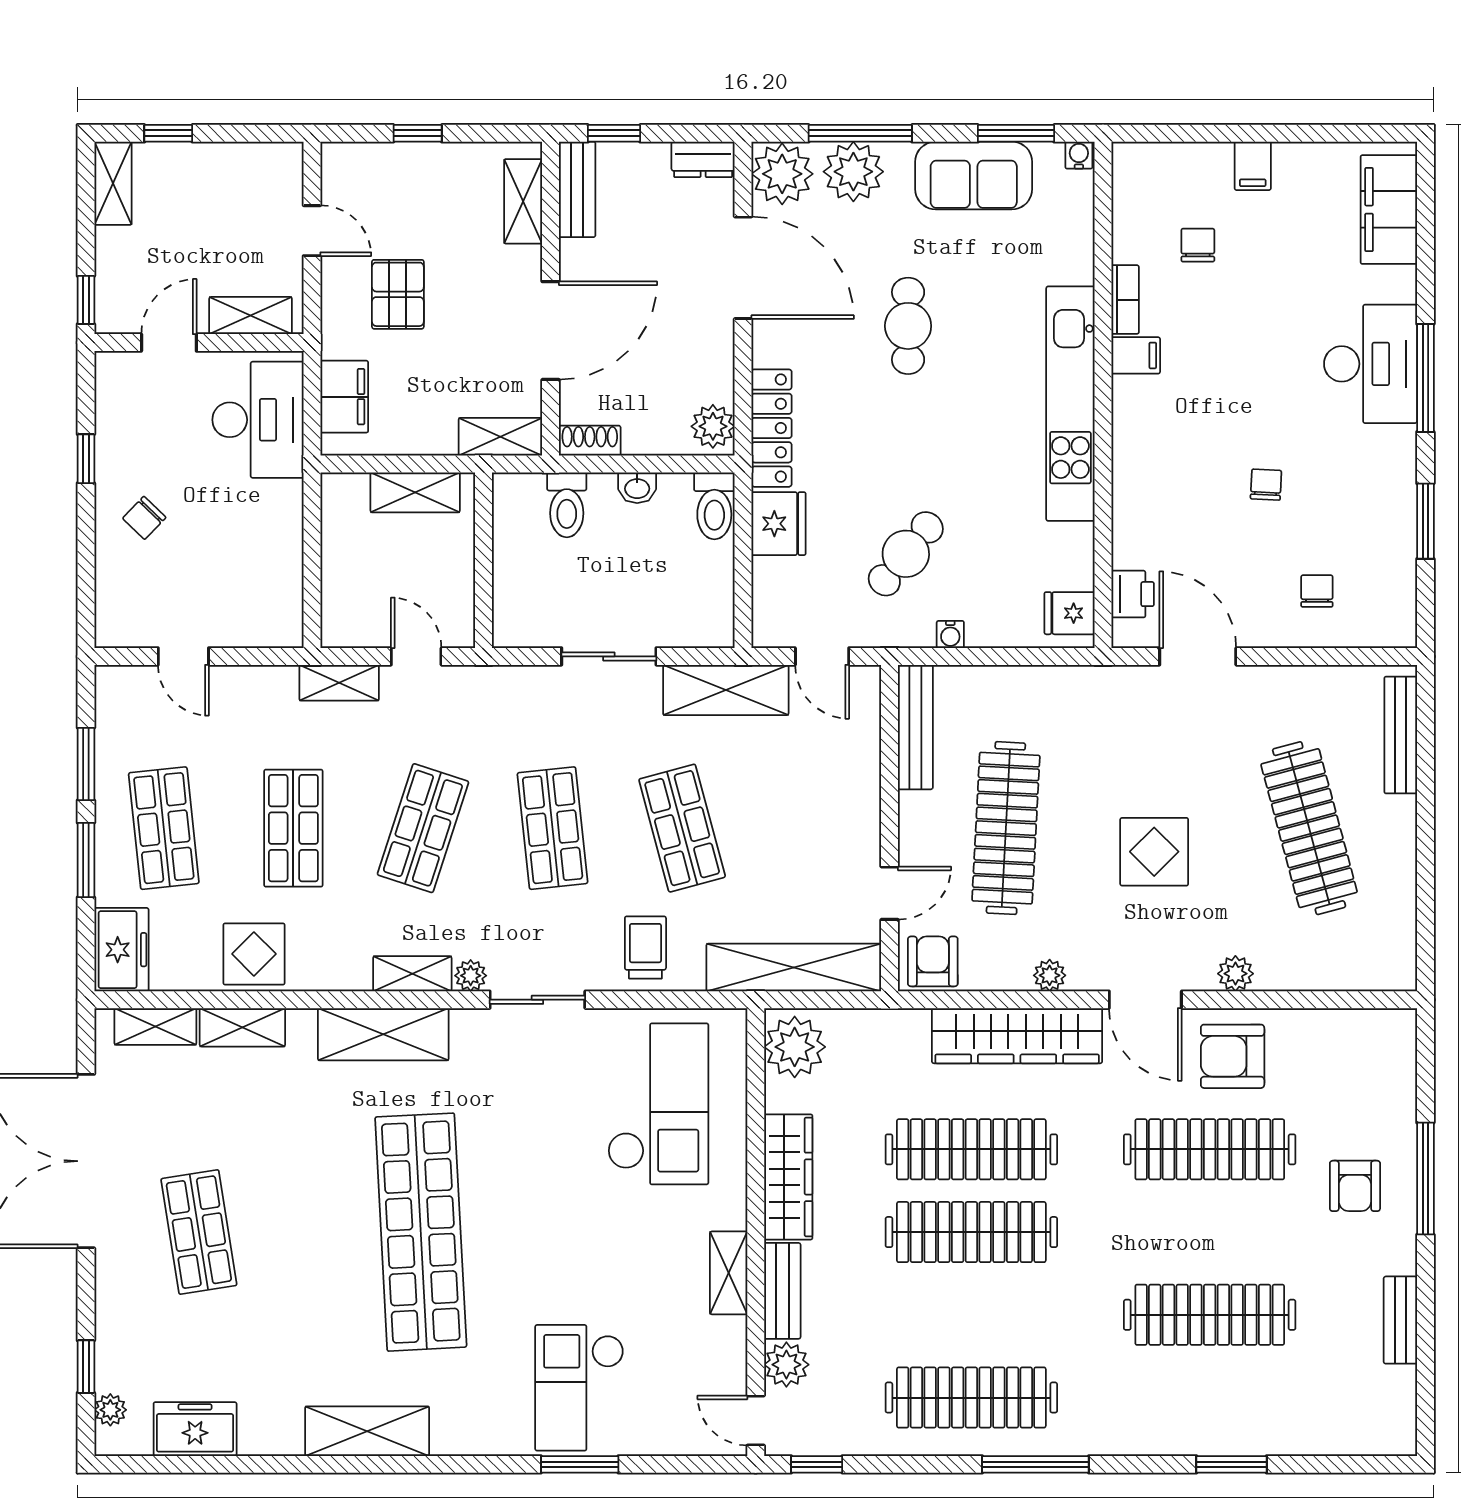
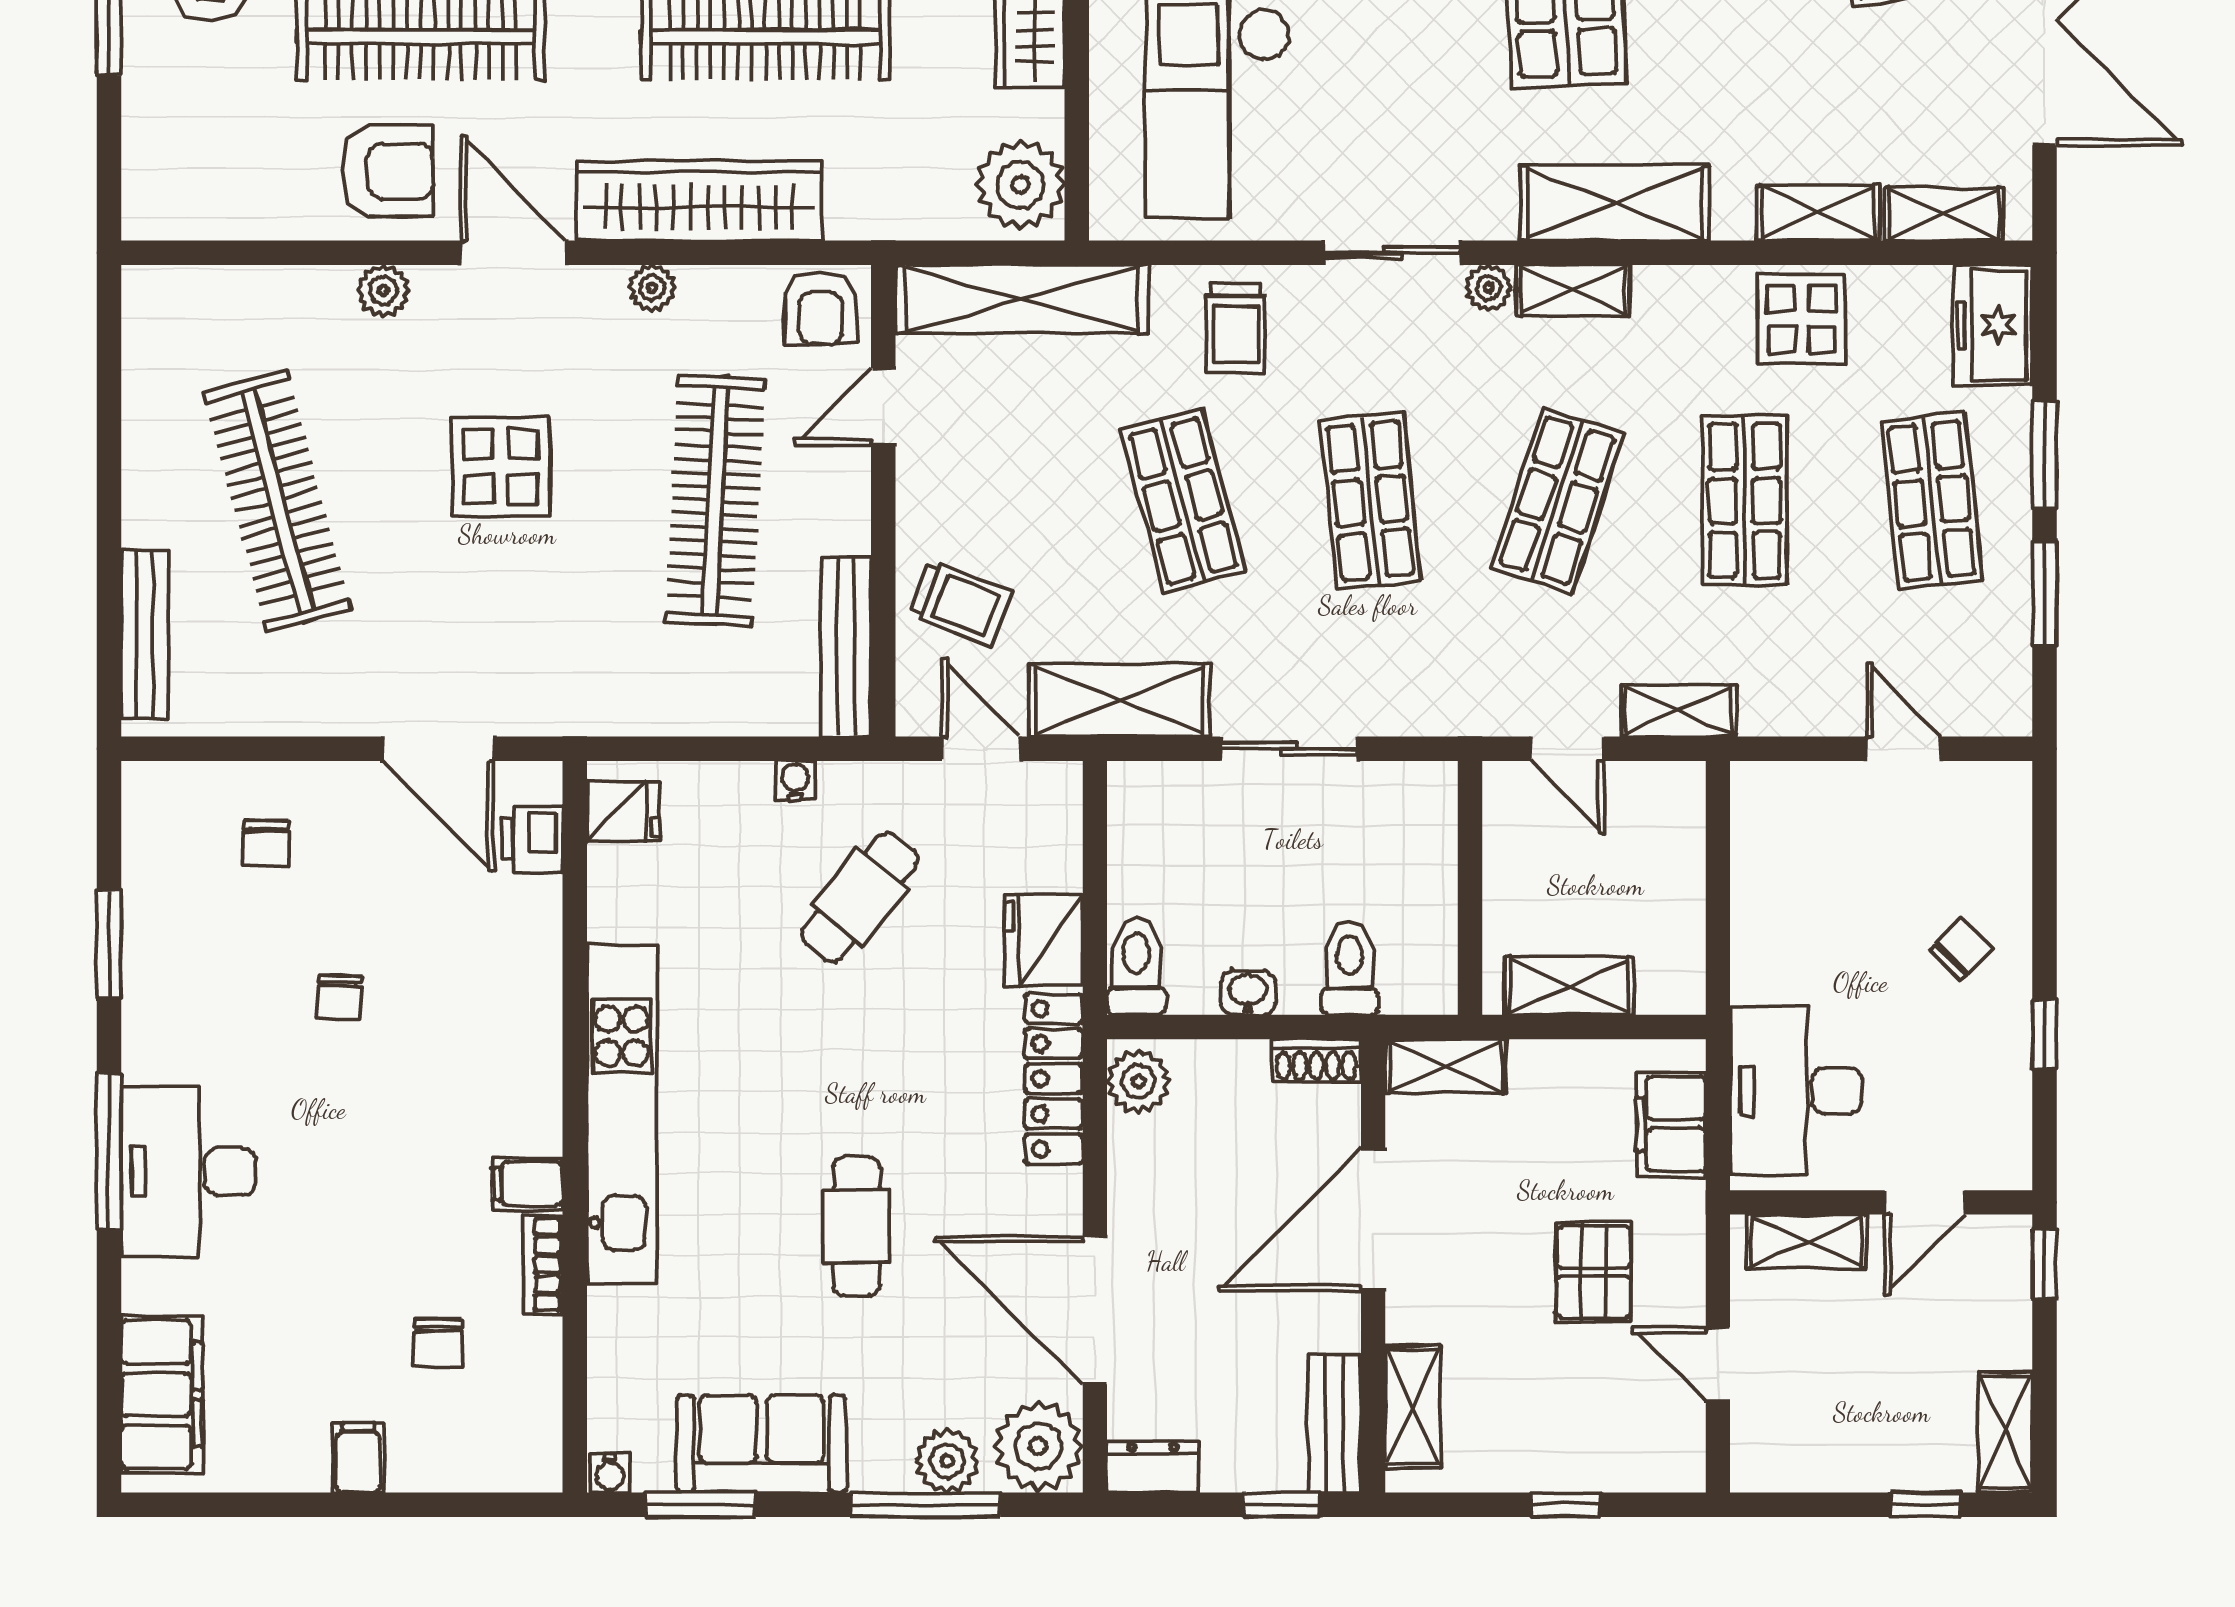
plant: (853, 172) -> (947, 1461), width x0.73, depth x0.73
trolley: (836, 757) -> (960, 603), added

